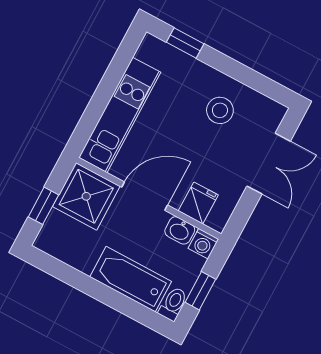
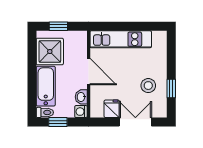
window: (185, 43) -> (171, 88), moved
double door: (269, 164) -> (135, 122), swing flipped
shower: (86, 196) -> (50, 52), moved
fridge: (198, 203) -> (112, 109), moved, turned -90

